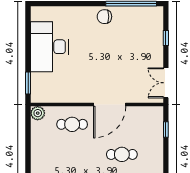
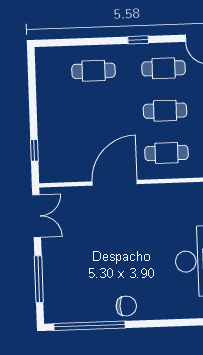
window: (166, 38) -> (39, 279), width x2.17
cafe table: (122, 154) -> (165, 111), moved

